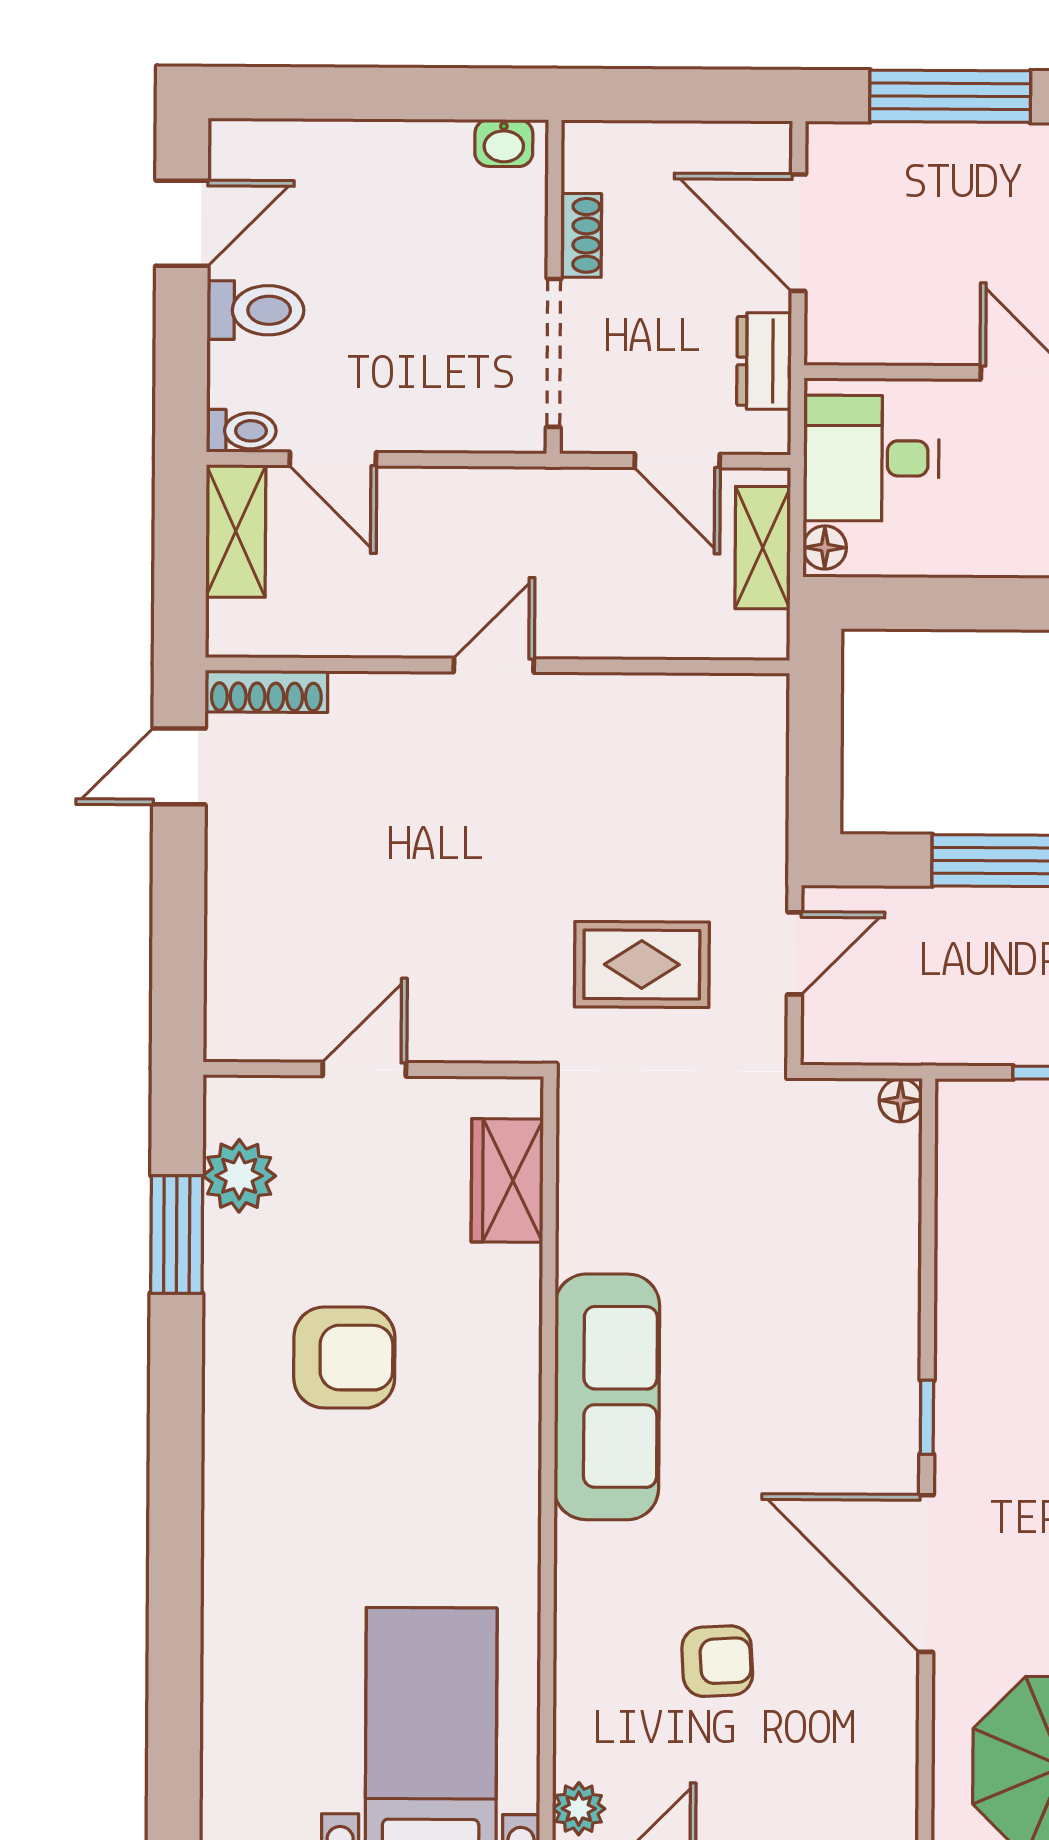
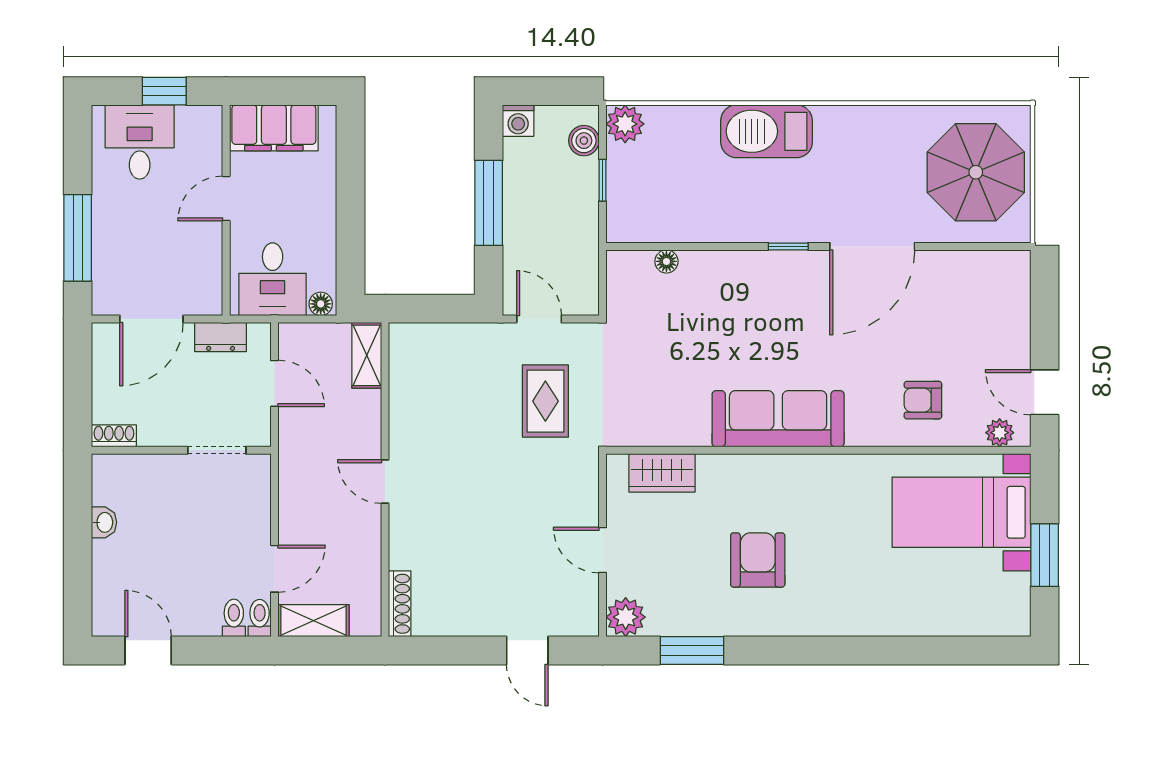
washbasin: (504, 143) -> (104, 522), moved
shoe rack: (581, 235) -> (114, 436), moved
toilet: (256, 310) -> (234, 618), moved, width x0.73, depth x0.72
doorway: (554, 353) -> (217, 450), width x0.73
door: (677, 461) -> (274, 383), hinge flipped
shelving: (763, 548) -> (367, 355), moved, turned 90
door: (179, 766) -> (527, 651), moved
floor lamp: (901, 1100) -> (666, 261), moved
plant: (239, 1176) -> (626, 617), moved
armchair: (717, 1661) -> (923, 400), moved, turned -87

